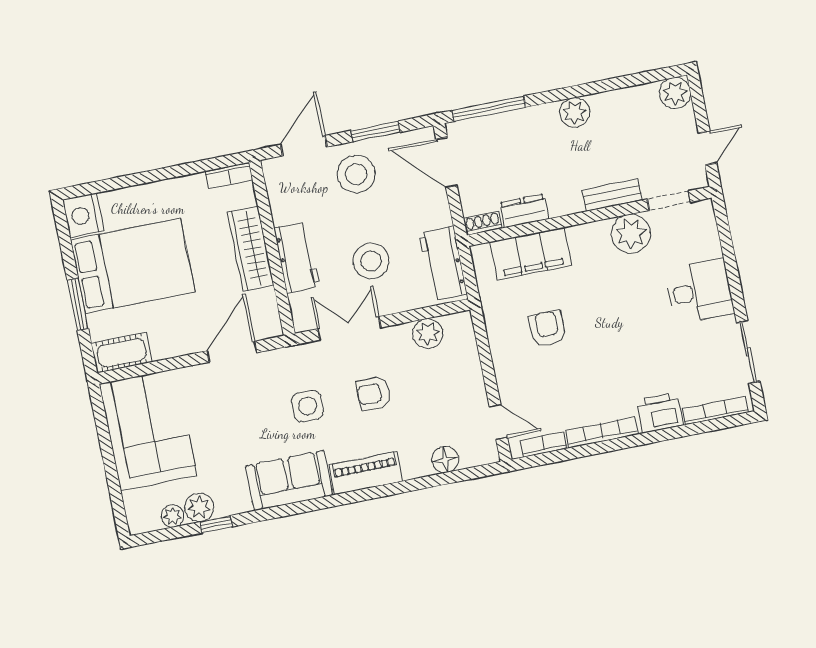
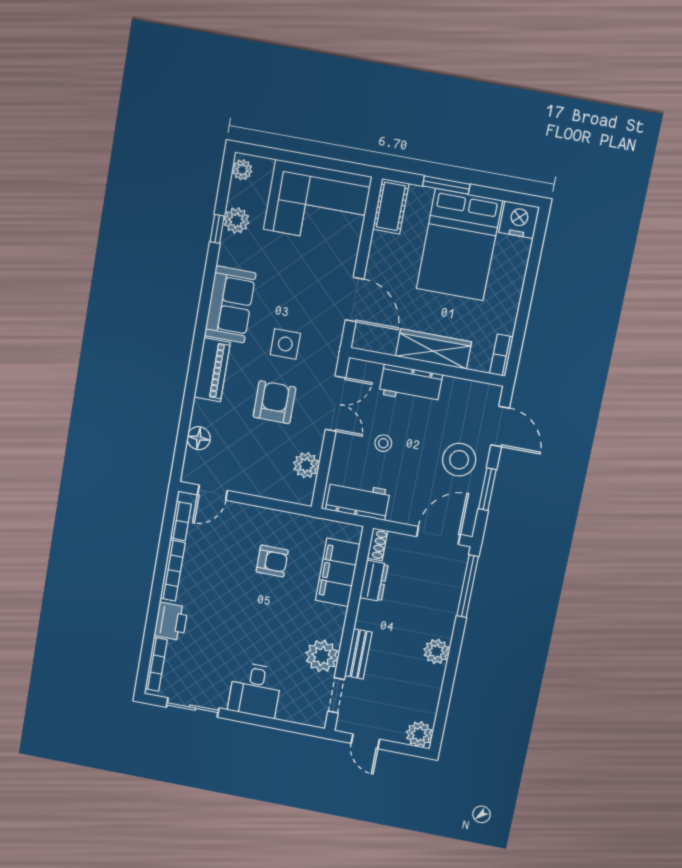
stool: (371, 261) -> (383, 443), width x0.53, depth x0.53
armchair: (374, 393) -> (274, 402), width x1.38, depth x1.38
plant: (172, 516) -> (242, 170), moved

